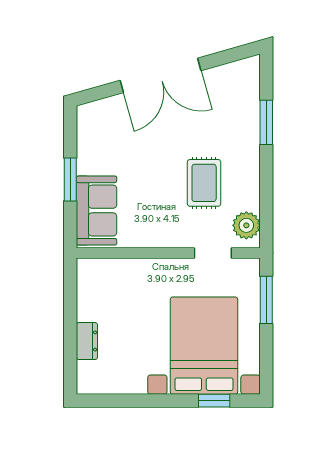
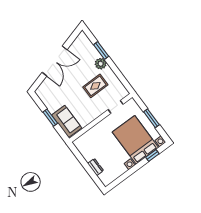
rug: (204, 183) -> (95, 86), turned 90
plant: (246, 225) -> (101, 64), moved
window: (266, 300) -> (151, 118), moved

